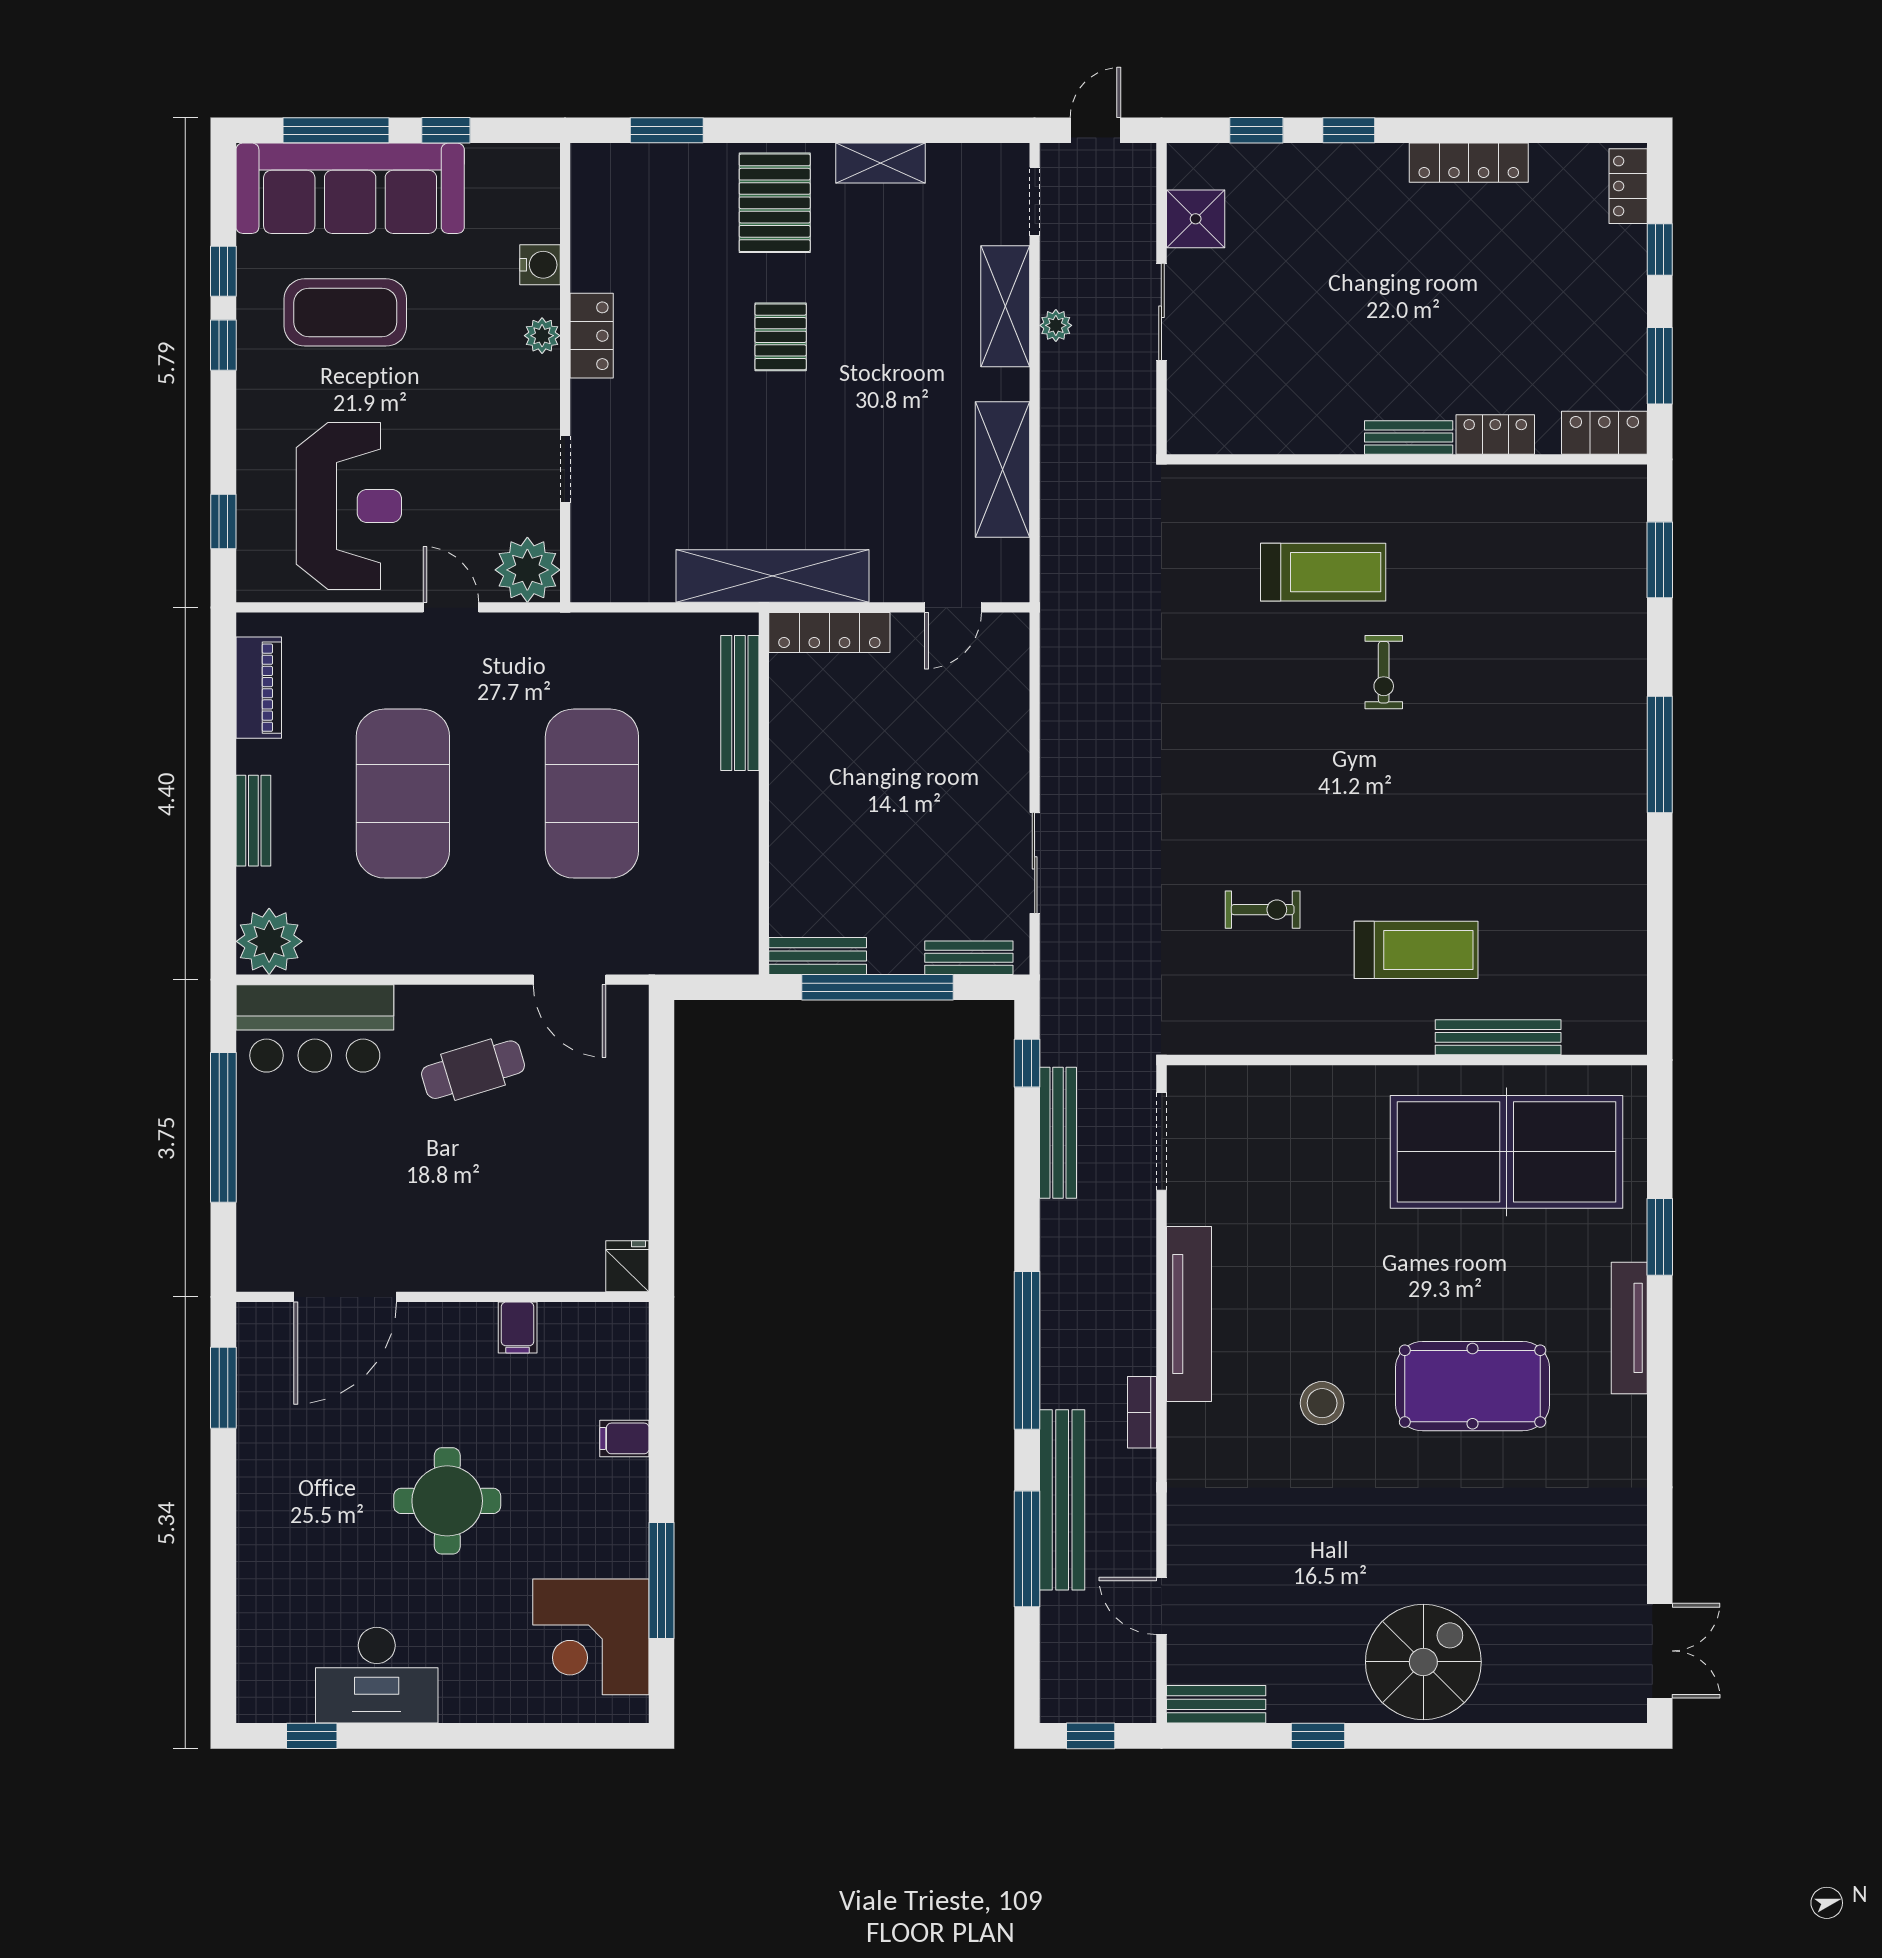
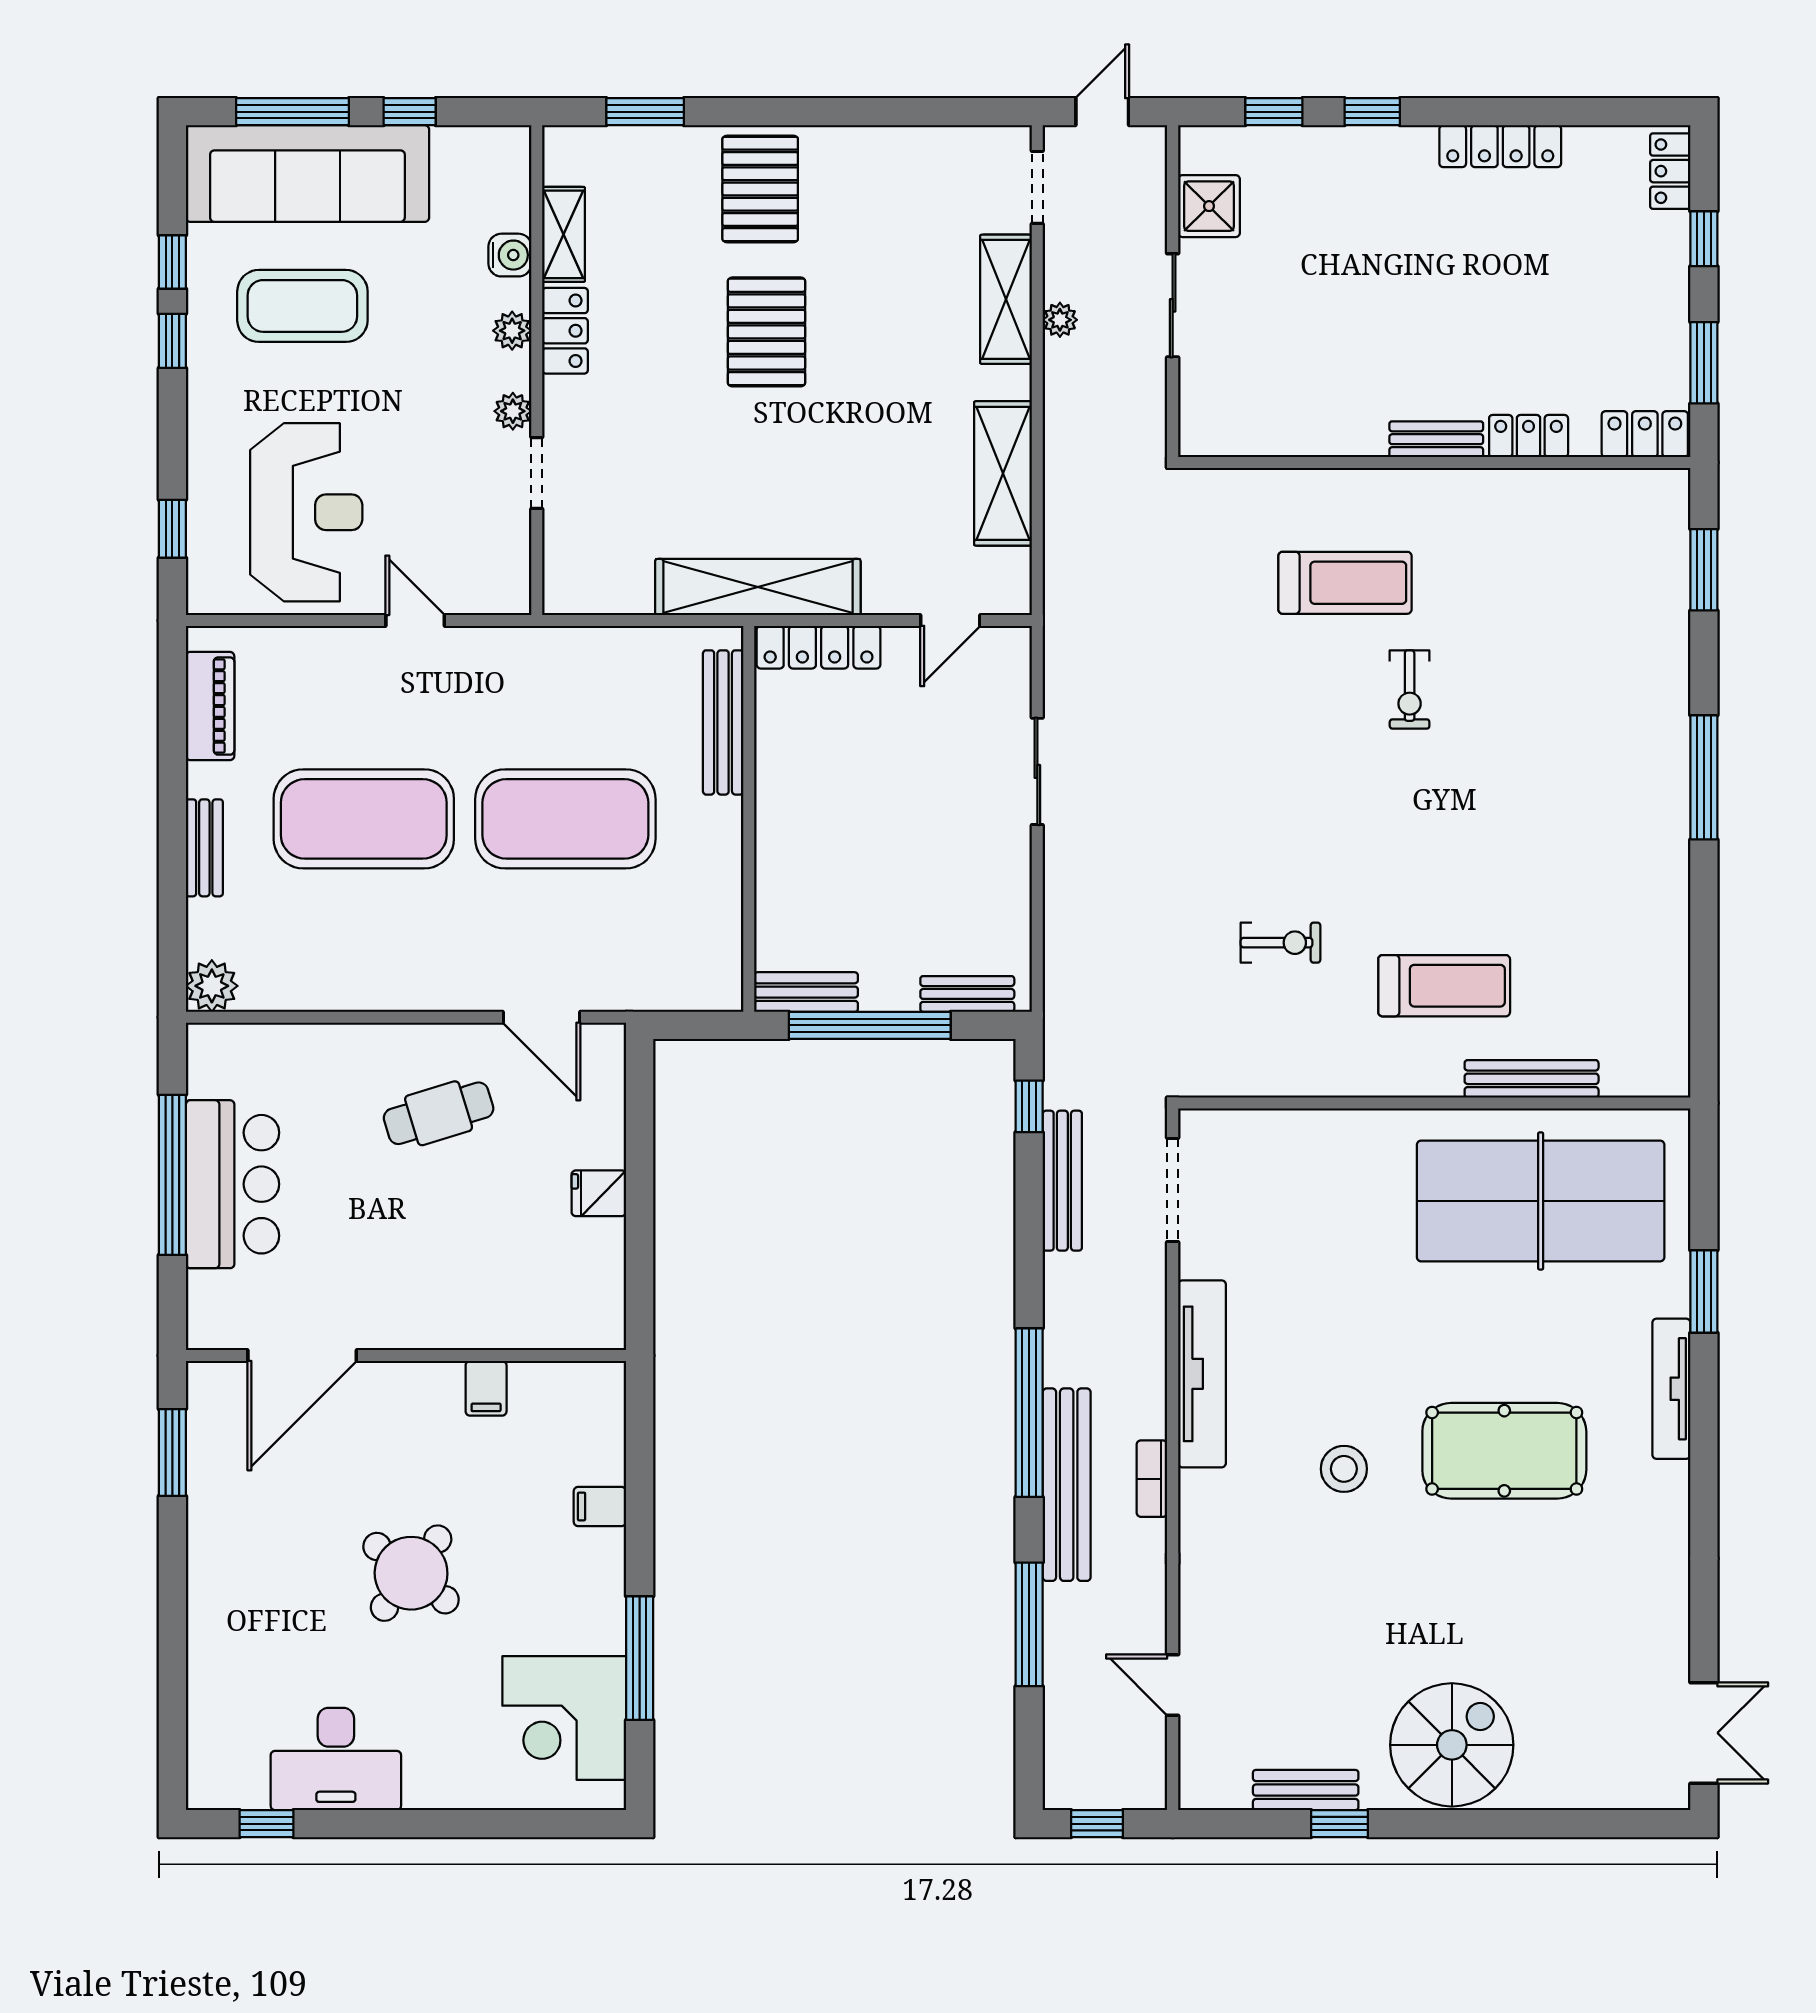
shelving: (880, 163) -> (564, 234), moved, turned 90
pallet: (781, 337) -> (766, 332), width x1.50, depth x1.42
plant: (527, 570) -> (513, 411), moved, width x0.53, depth x0.53
exercise mat: (403, 794) -> (364, 819), turned 90
exercise mat: (592, 794) -> (565, 819), turned 90
sliding door: (1035, 863) -> (1037, 771), moved
plant: (269, 941) -> (212, 986), width x0.73, depth x0.73
bar counter: (315, 1028) -> (232, 1184), moved, turned -90
fridge: (627, 1266) -> (599, 1193), moved, turned -90
bench: (1062, 1500) -> (1067, 1485), moved
round table: (447, 1501) -> (411, 1573), turned 38
bench: (1216, 1704) -> (1306, 1790), moved

